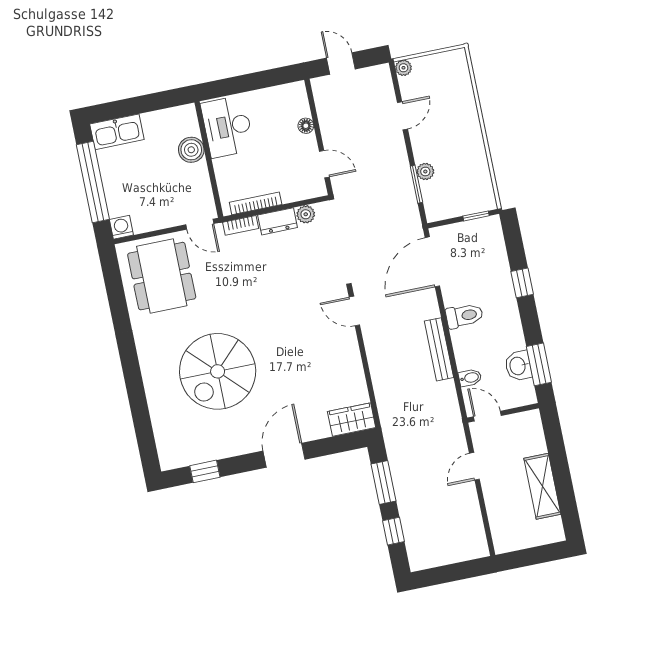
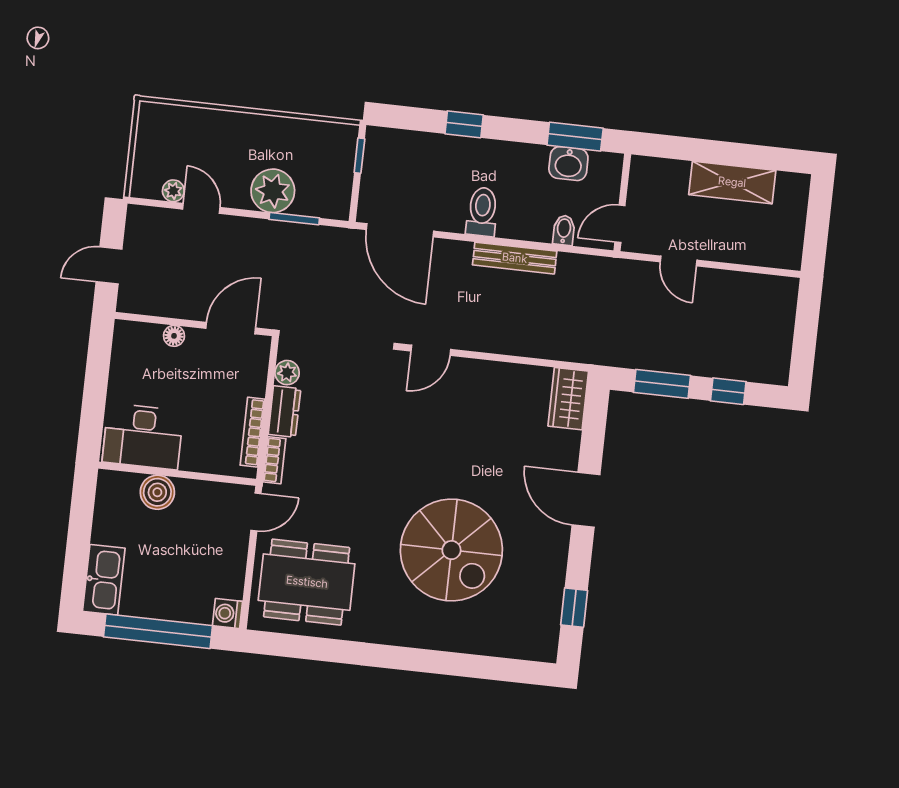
plant: (403, 68) -> (173, 191), moved
door: (324, 164) -> (231, 328), width x1.38
plant: (425, 171) -> (273, 191), width x1.88, depth x1.88

